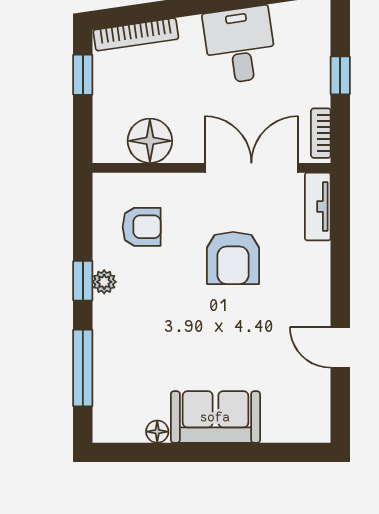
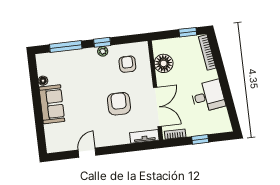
armchair: (142, 227) -> (127, 64), turned 180
armchair: (233, 258) -> (119, 104), turned 90

